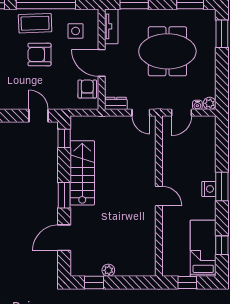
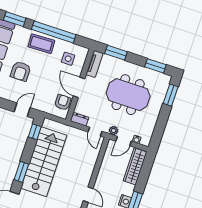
armchair: (39, 55) -> (21, 71), moved, turned -90
plant: (210, 103) -> (114, 131), moved
door: (38, 116) -> (22, 110), hinge flipped
wardrobe: (207, 140) -> (135, 166), added
stairs: (82, 173) -> (44, 162), width x1.36, depth x1.51

